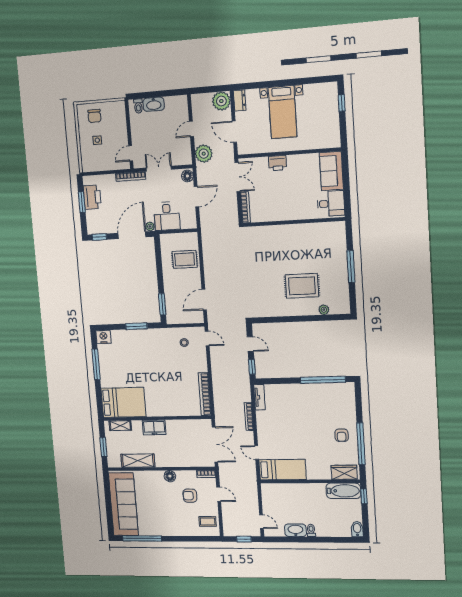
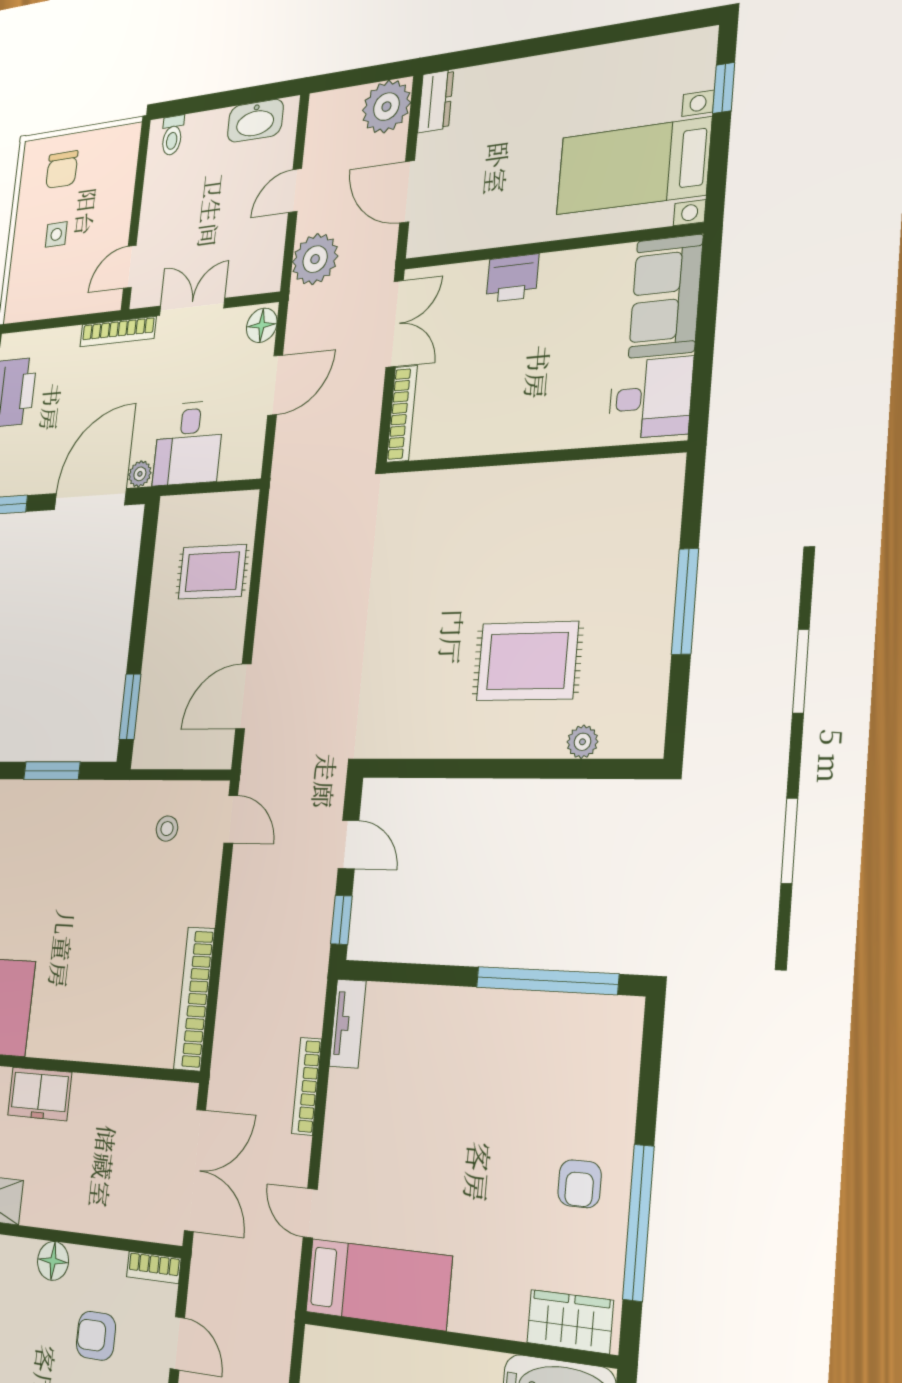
washbasin: (154, 104) -> (255, 121), moved
bed with nightstands: (283, 112) -> (633, 166), moved, turned 90

